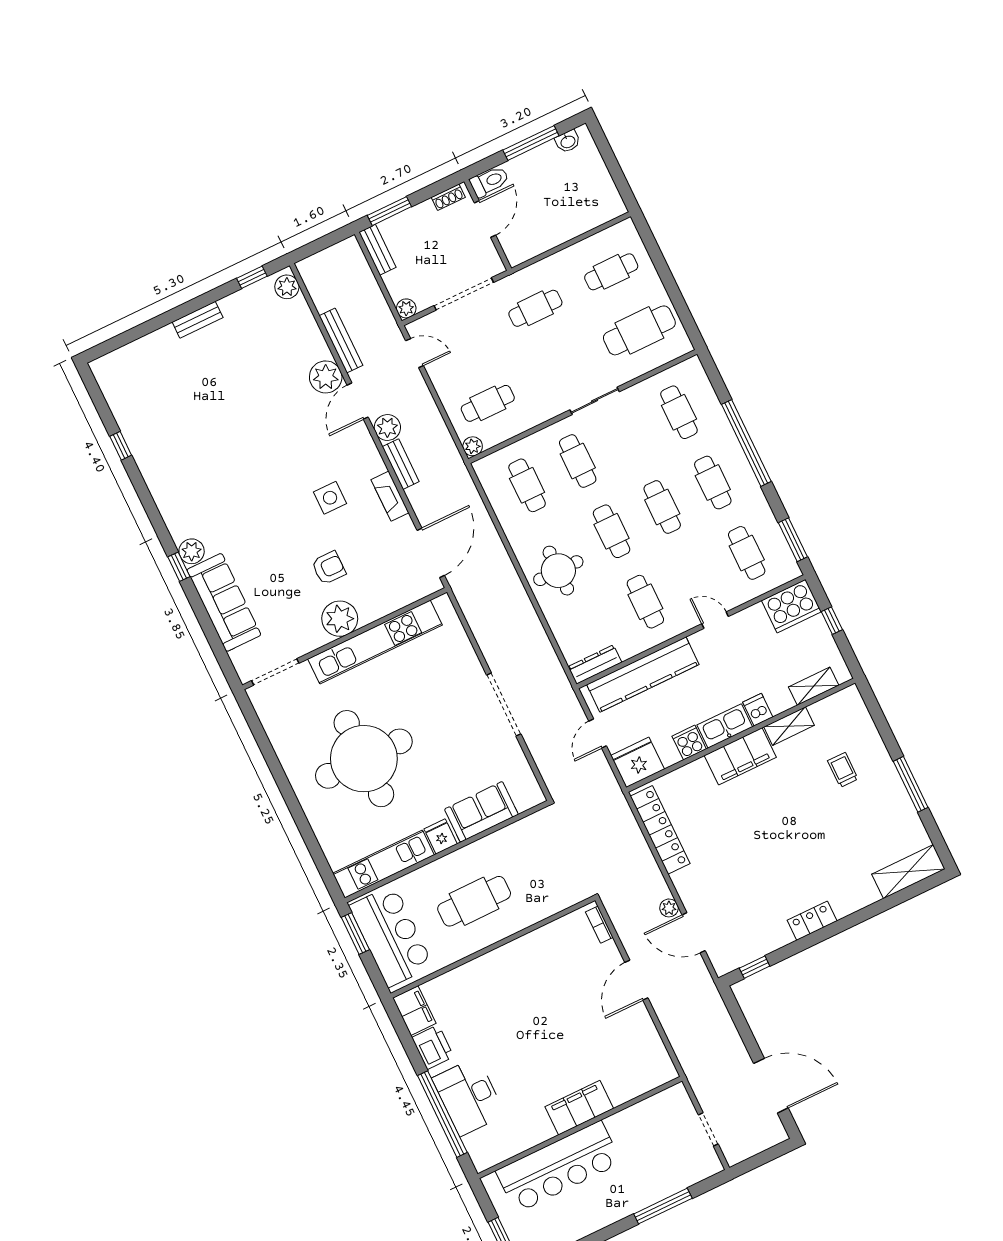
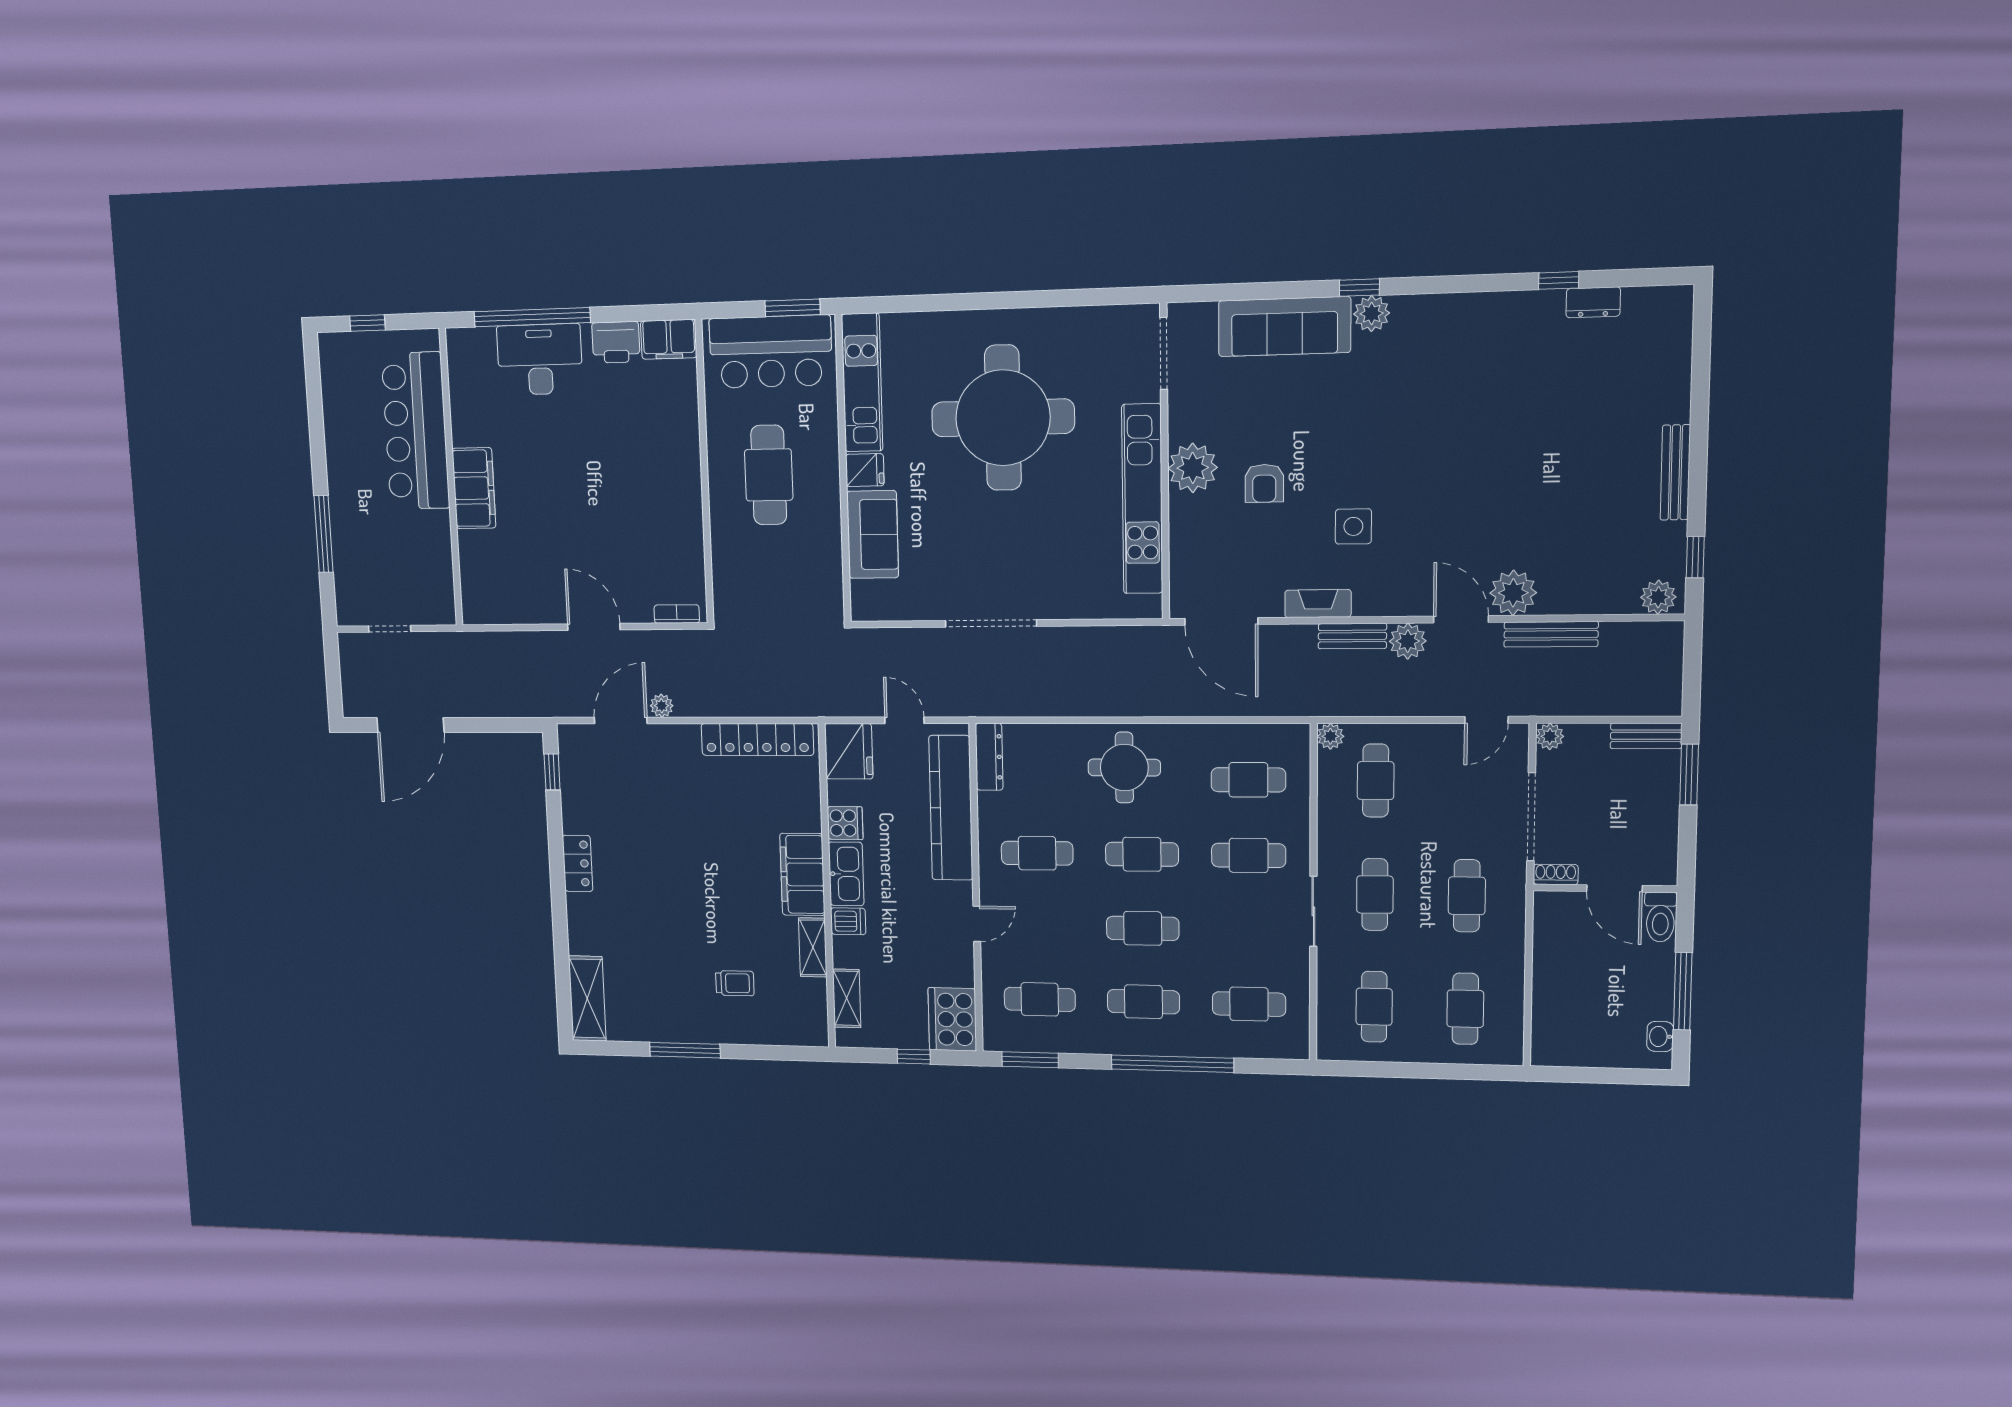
shoe rack: (448, 197) -> (1556, 874), moved, turned 90
bench: (198, 320) -> (1675, 472), width x1.36
cafe table: (639, 330) -> (1374, 1007), width x0.73, depth x0.74
cafe table: (564, 367) -> (1375, 895), added
dresser: (125, 418) -> (1593, 302), added

